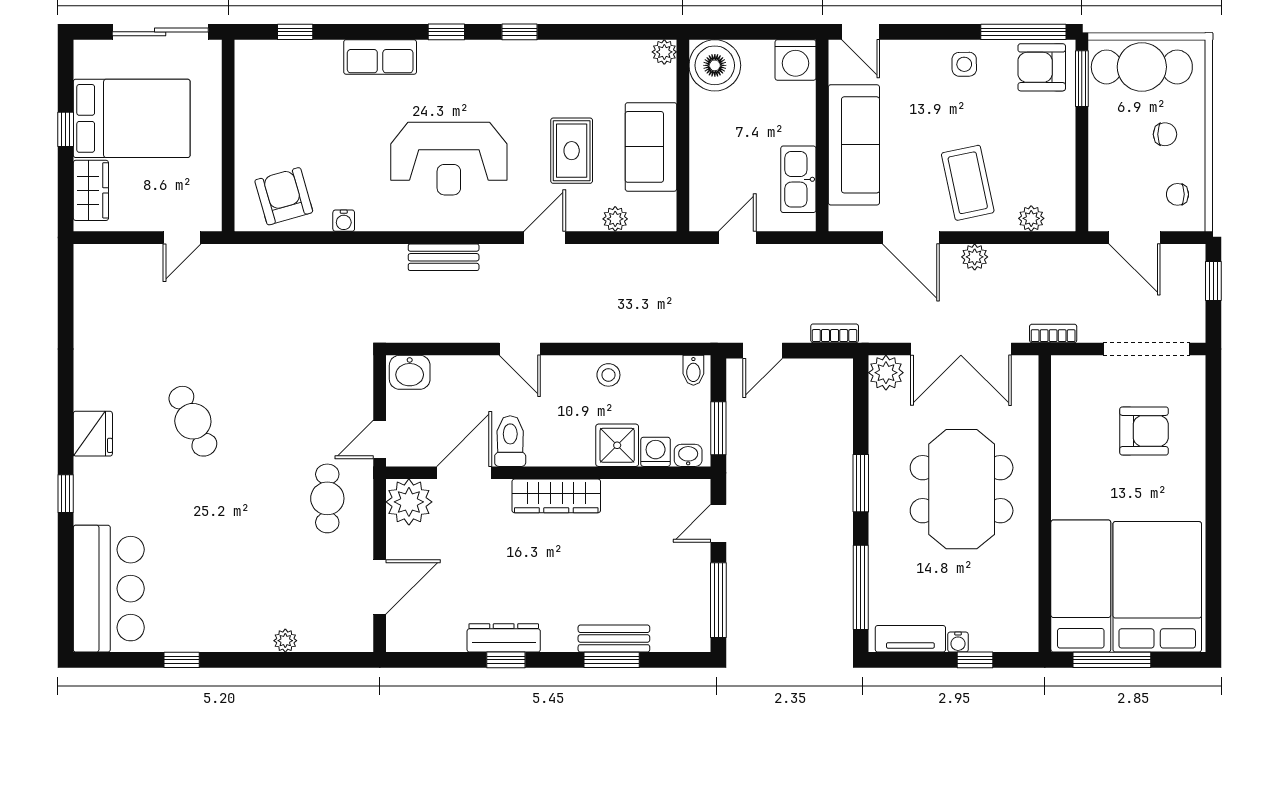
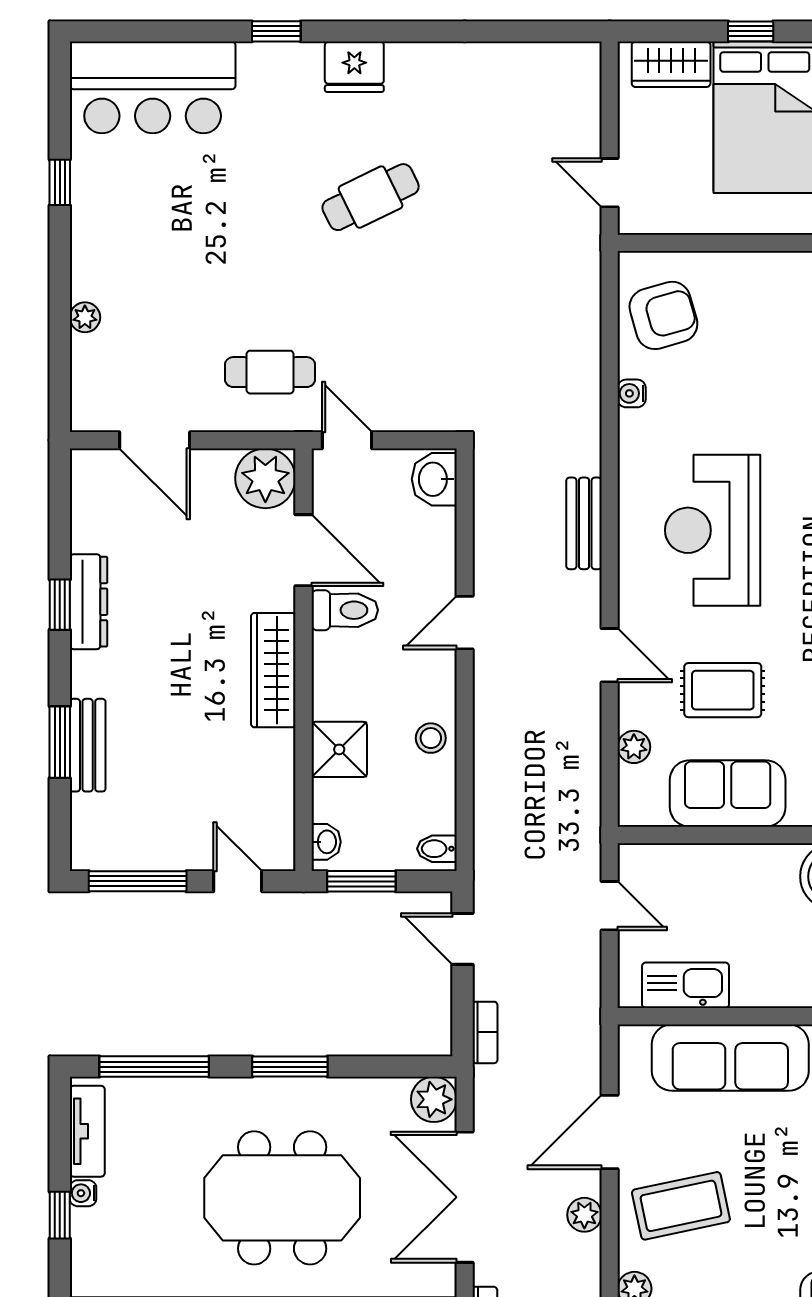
washing machine: (656, 452) -> (331, 799), removed

